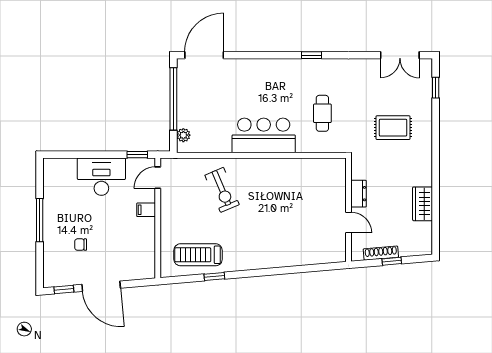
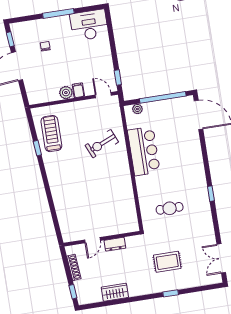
window: (436, 88) -> (171, 293), moved
rug: (393, 128) -> (167, 262), turned 90
bar counter: (264, 135) -> (144, 151), moved
desk: (101, 177) -> (89, 25), moved, turned -90
plant: (147, 227) -> (66, 93), added
window: (392, 261) -> (73, 292), moved

